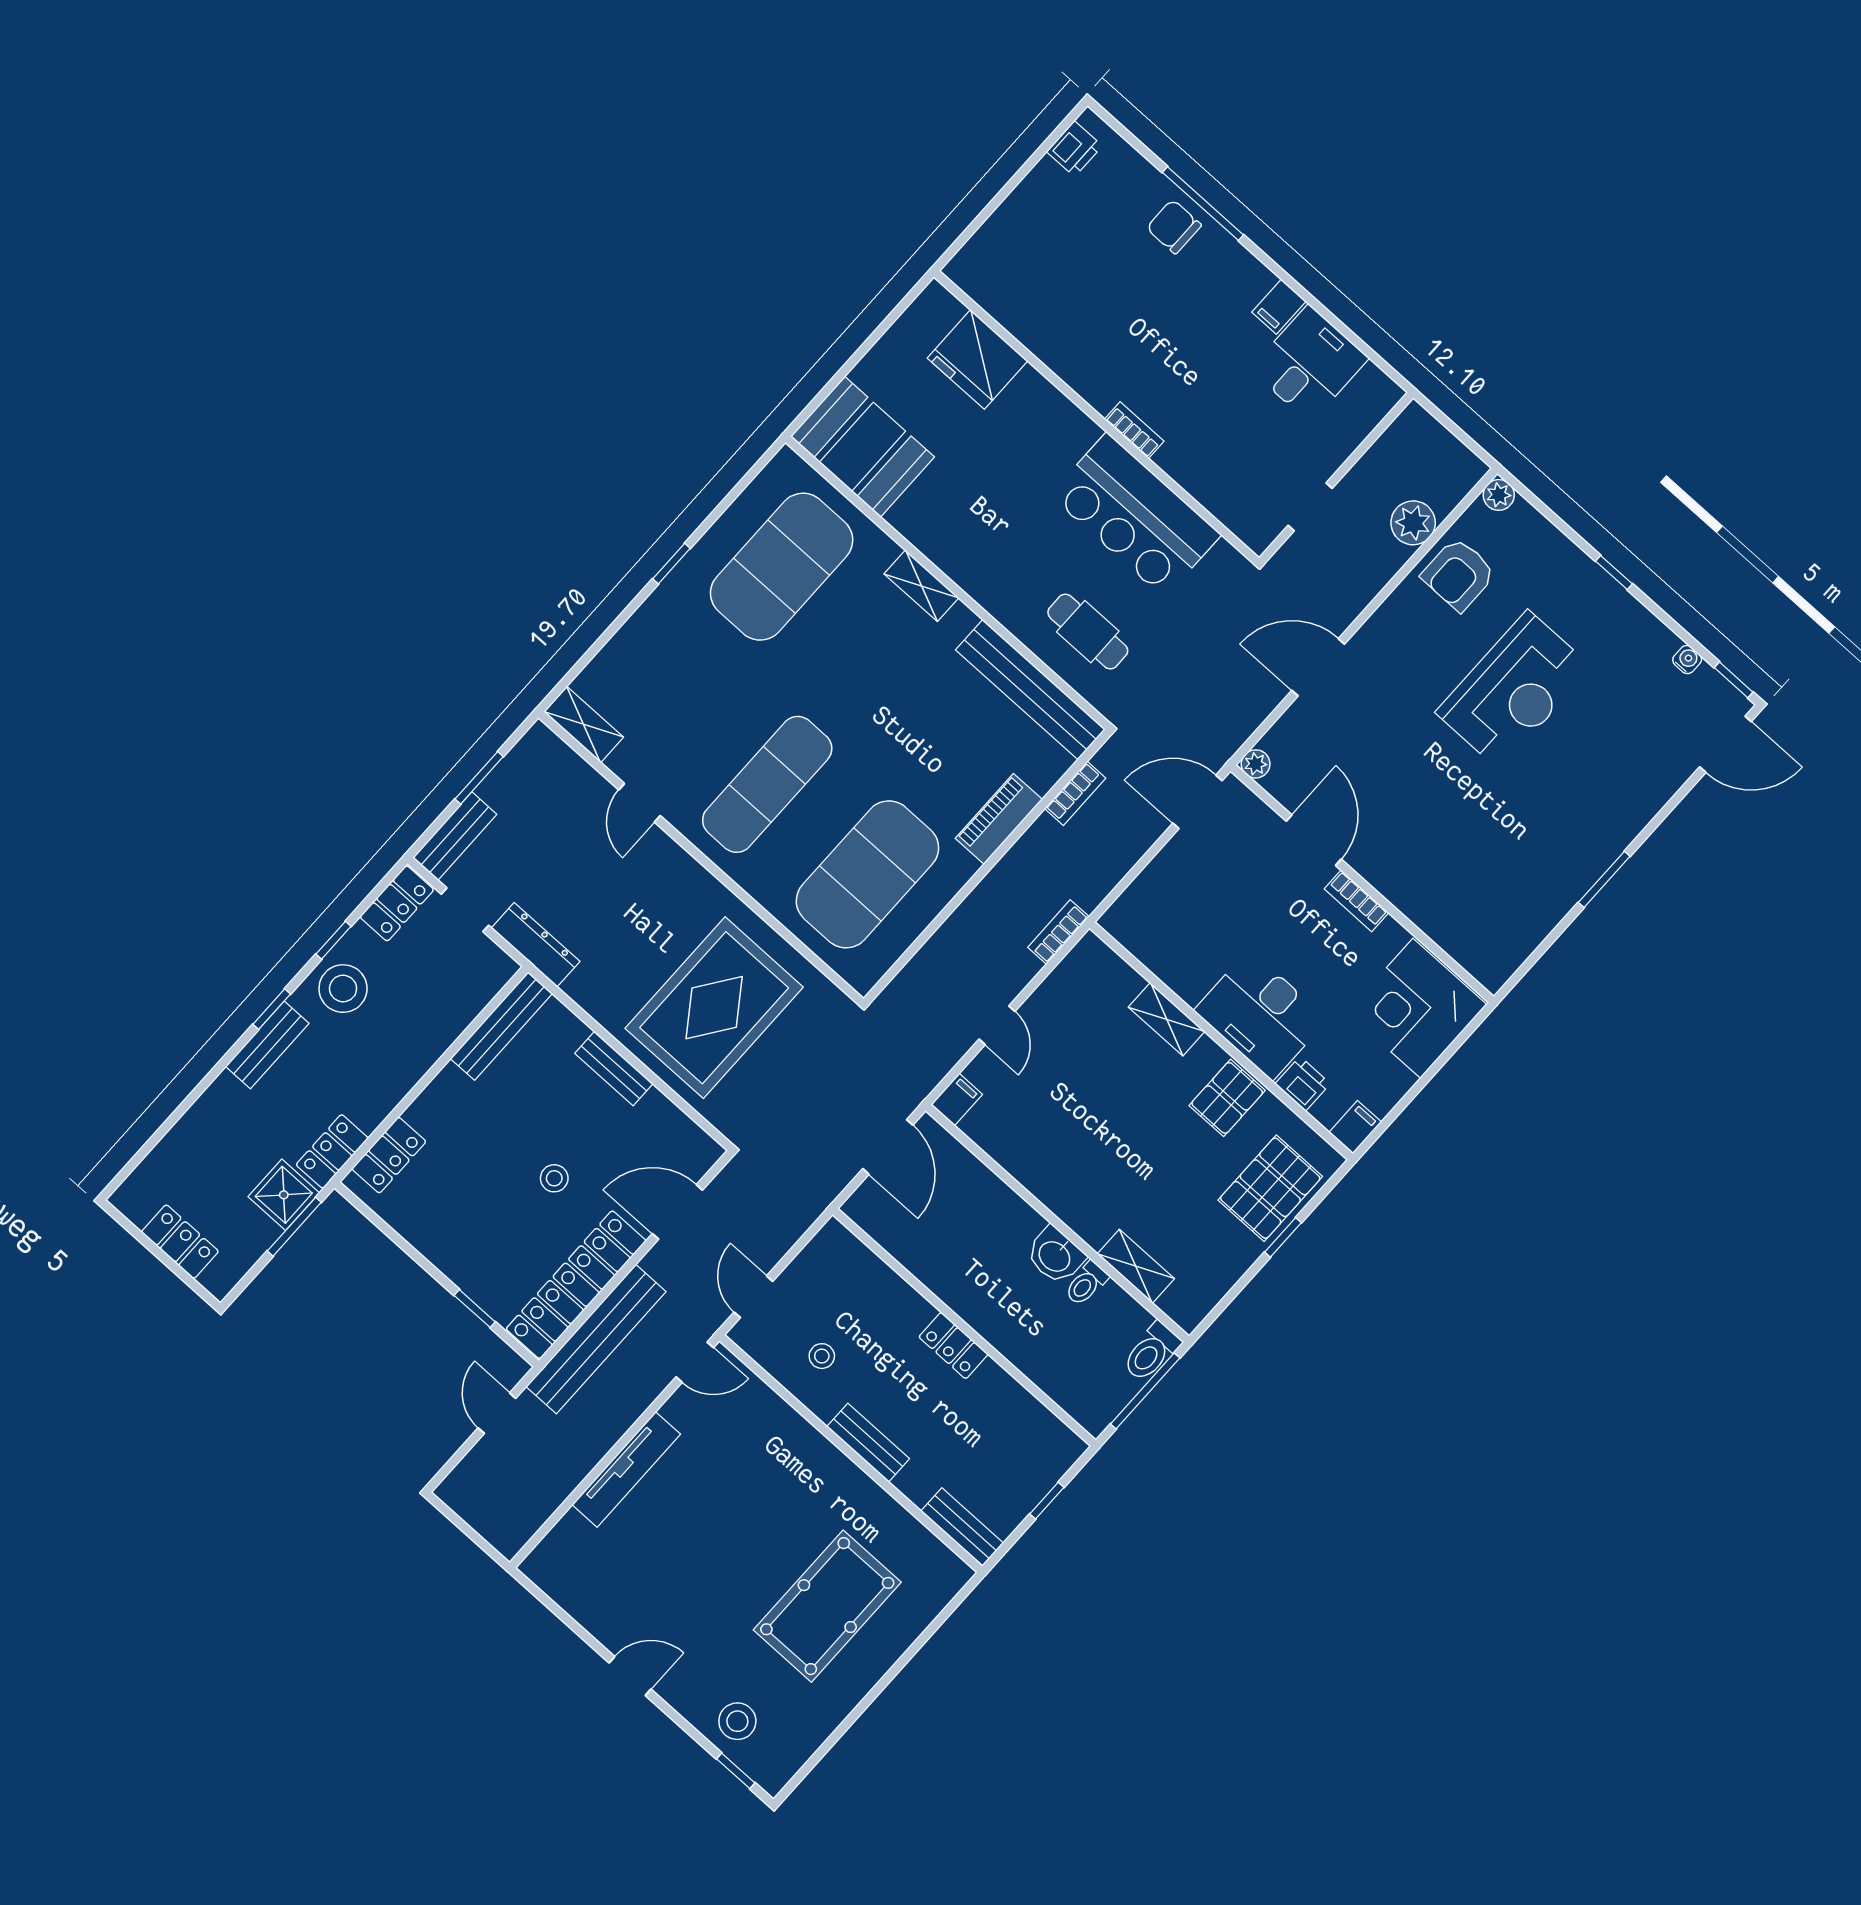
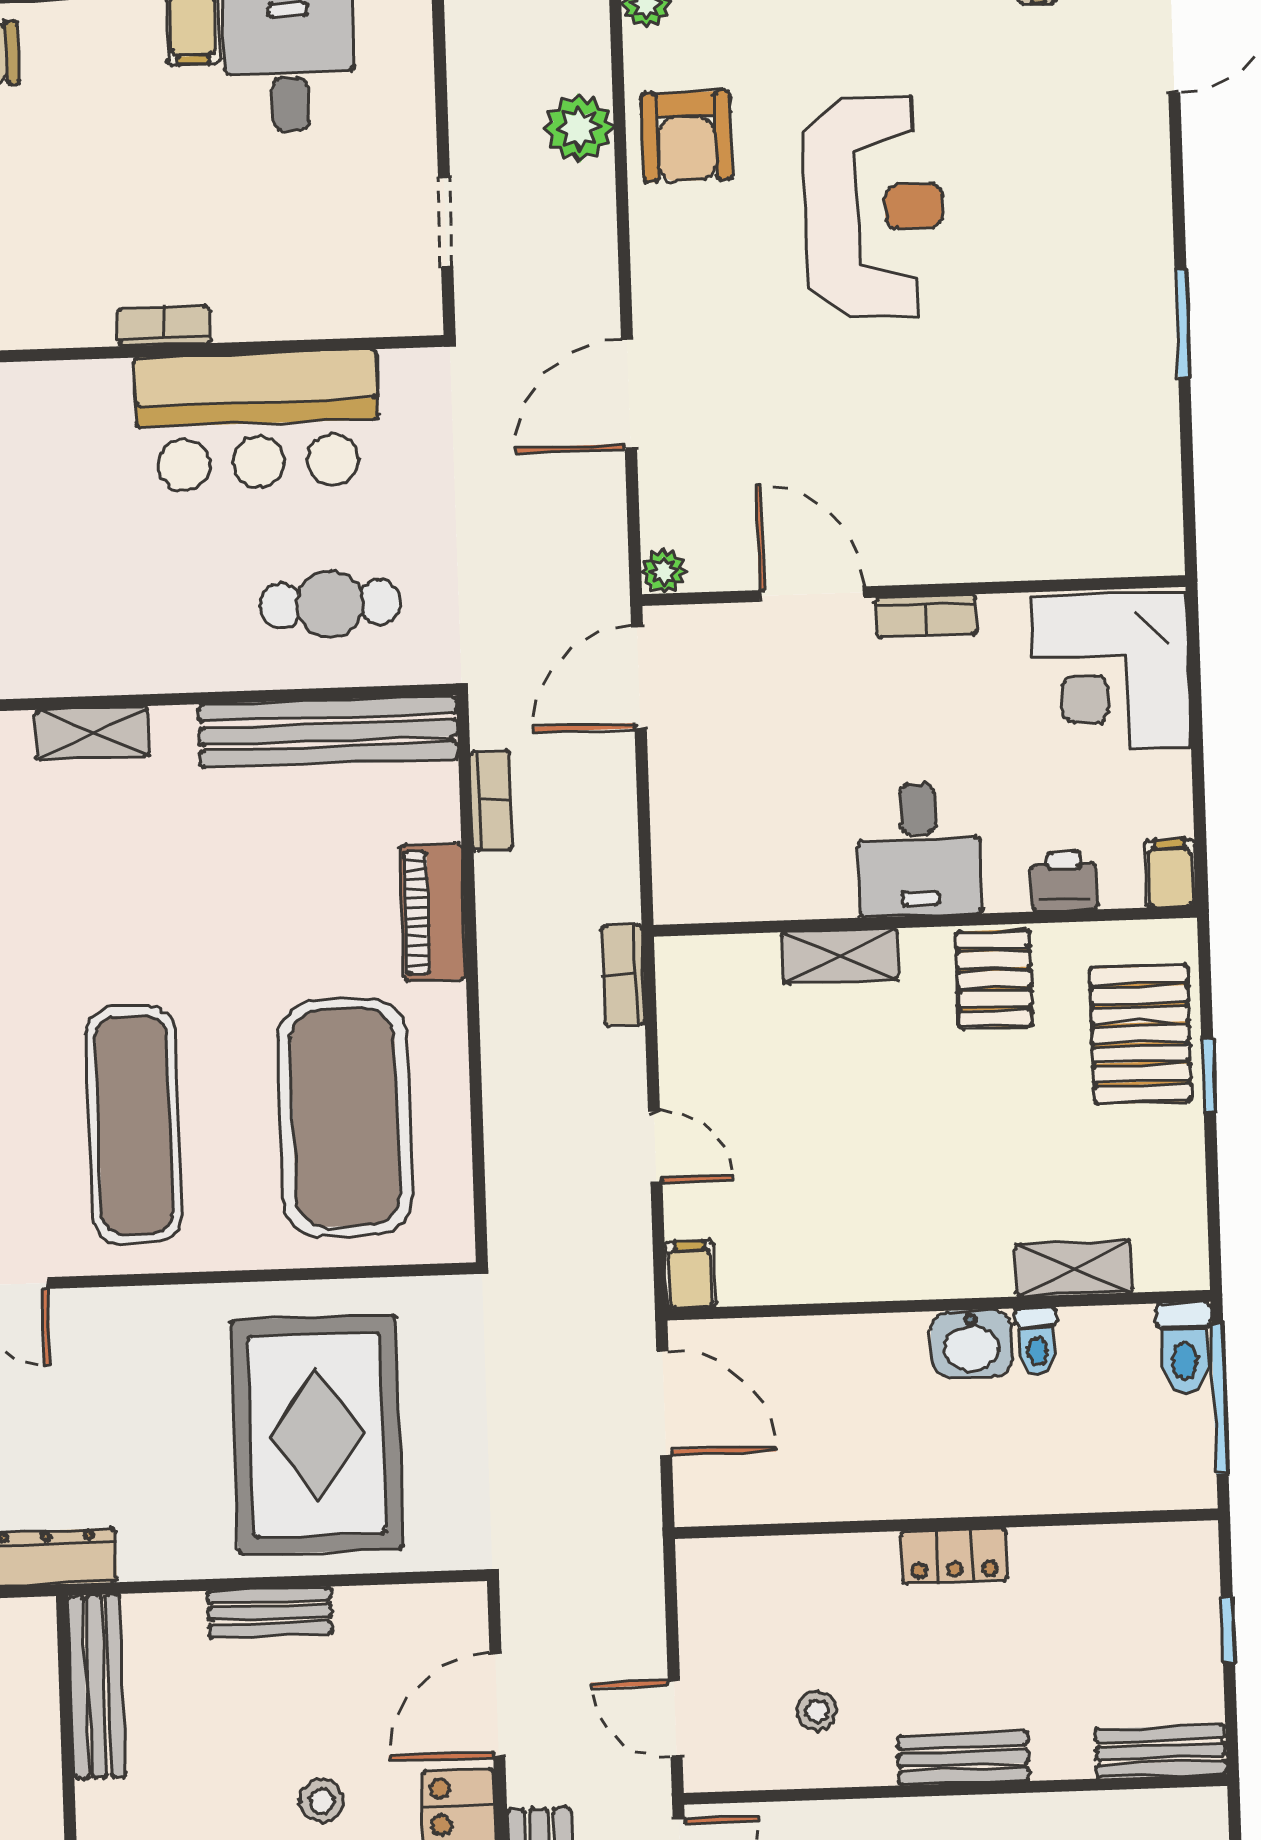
desk: (1261, 1015) -> (919, 850), width x0.73

